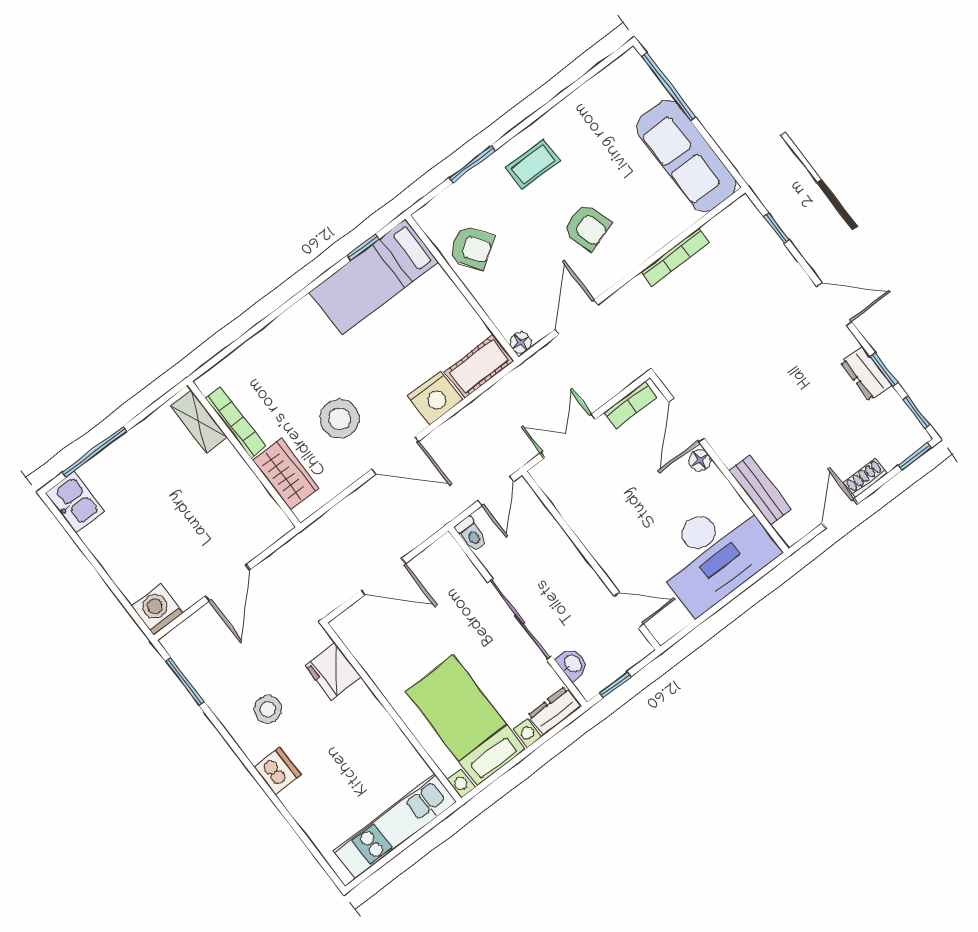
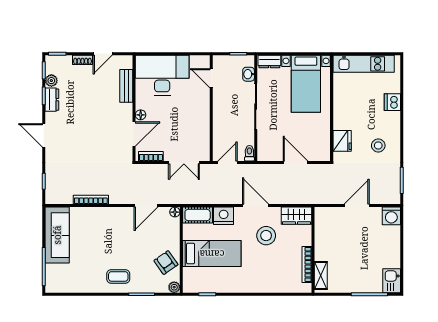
plant: (427, 217) -> (174, 287), added
armchair: (587, 227) -> (116, 237), removed
bed: (374, 277) -> (212, 254), moved
plant: (891, 404) -> (51, 81), added
wardrobe: (286, 474) -> (296, 216), moved, turned -90
dishwasher: (277, 771) -> (392, 102), moved

